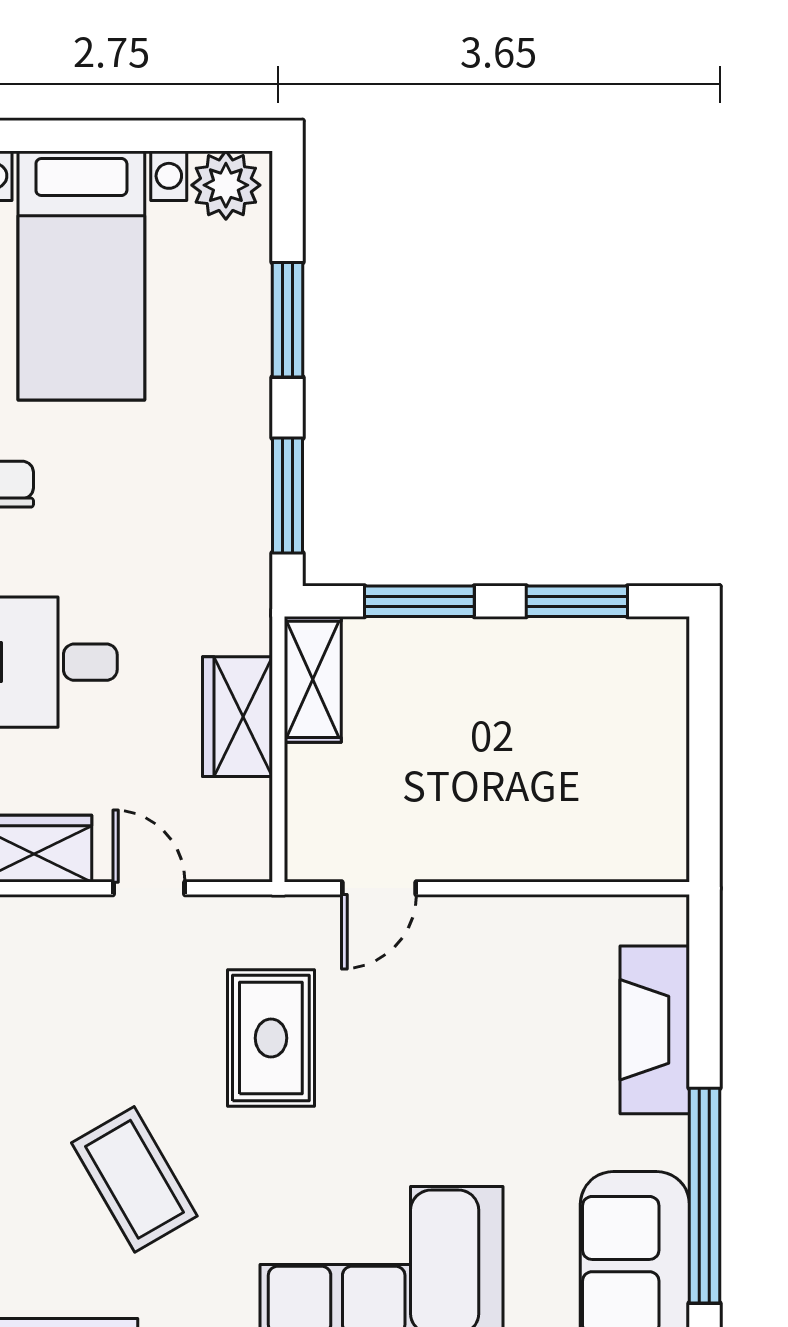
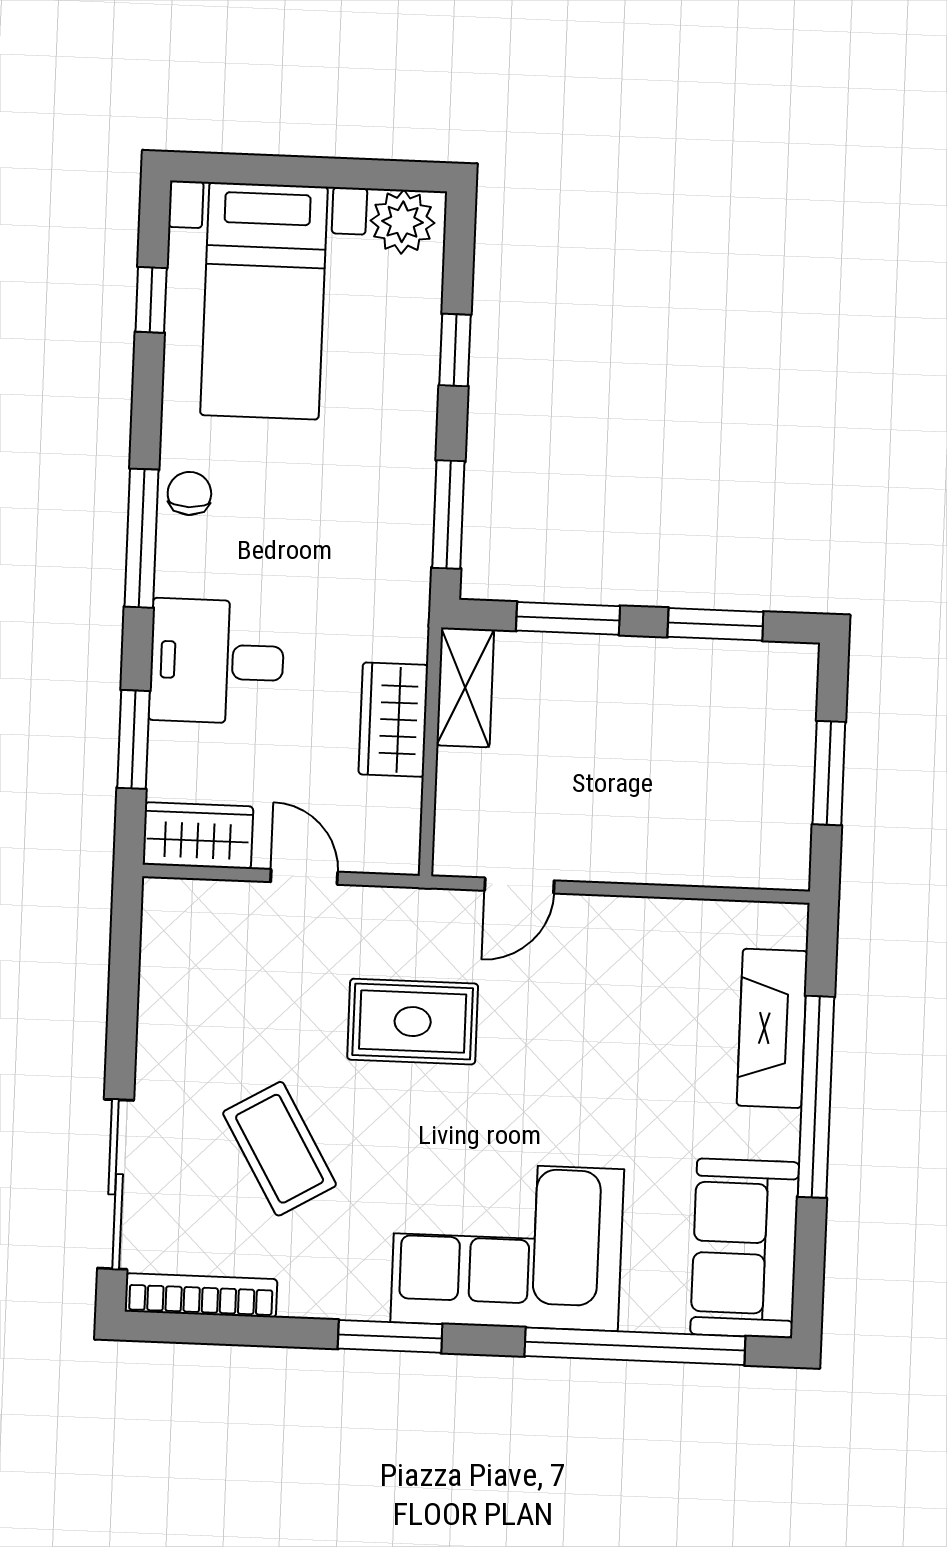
window: (287, 320) -> (455, 350), width x0.67
window: (704, 755) -> (829, 773), added
rug: (271, 1038) -> (413, 1022), turned 90
window: (704, 1196) -> (816, 1097), moved

